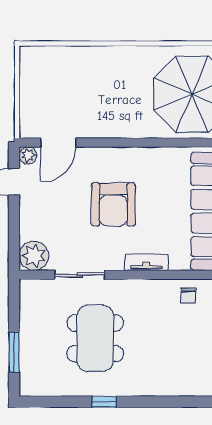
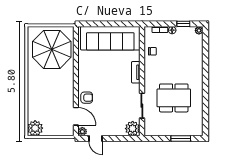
plant: (35, 61) -> (35, 128), added
armchair: (113, 204) -> (87, 98), moved, width x0.53, depth x0.53
window: (104, 402) -> (205, 94), removed

